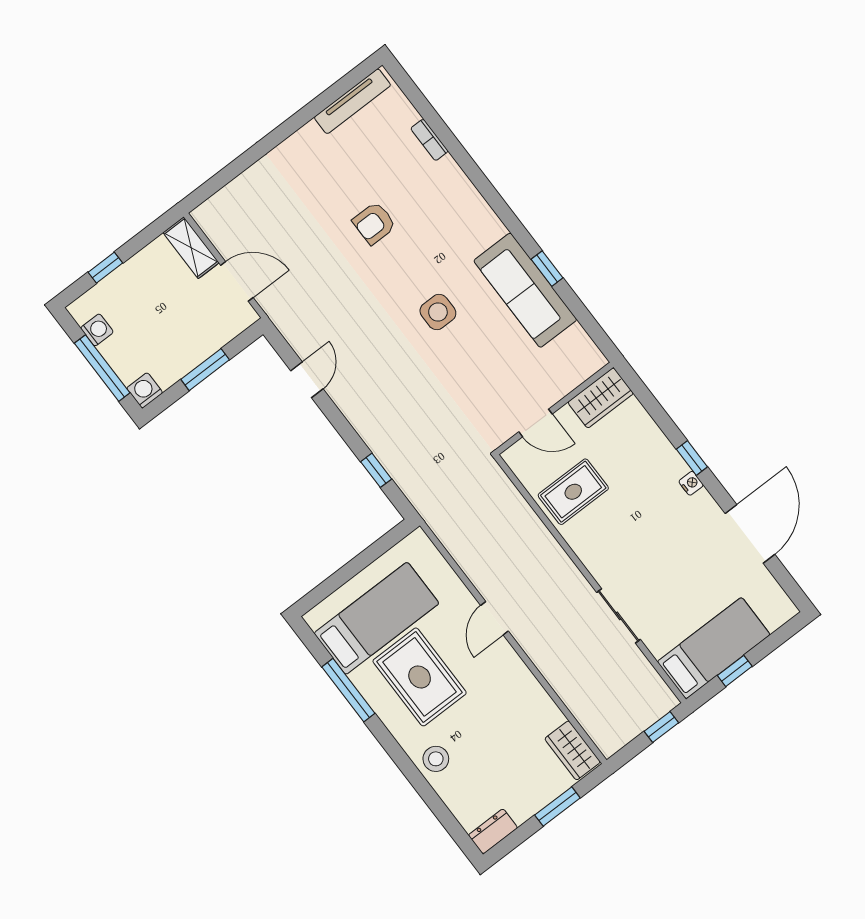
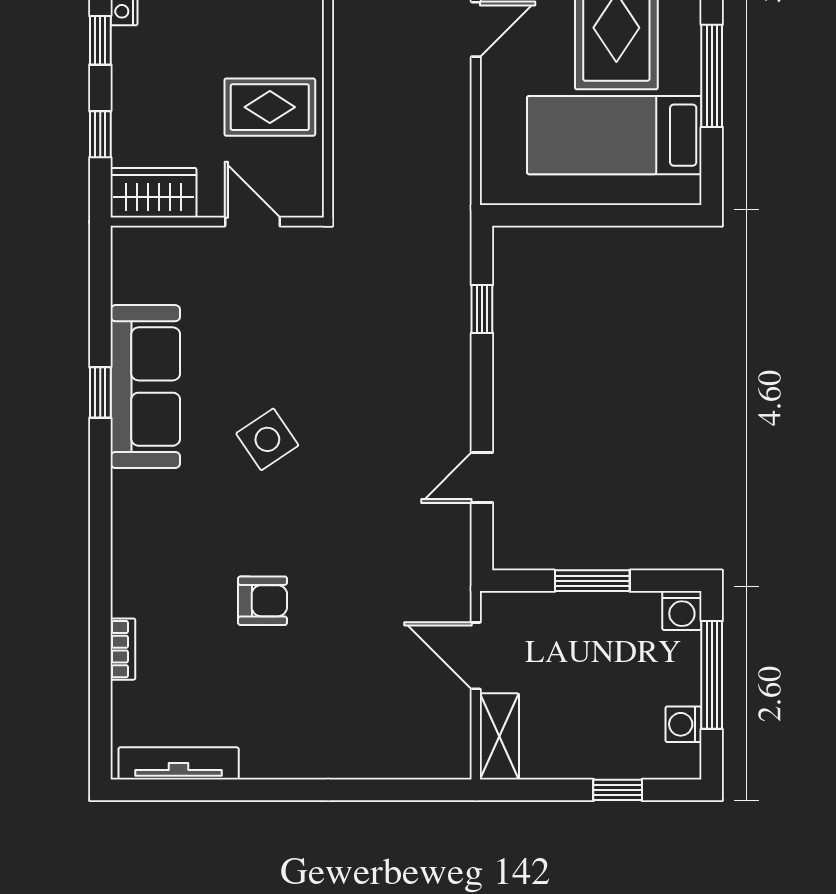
side table: (438, 312) -> (267, 439), turned -34
window: (653, 407) -> (100, 134), added

